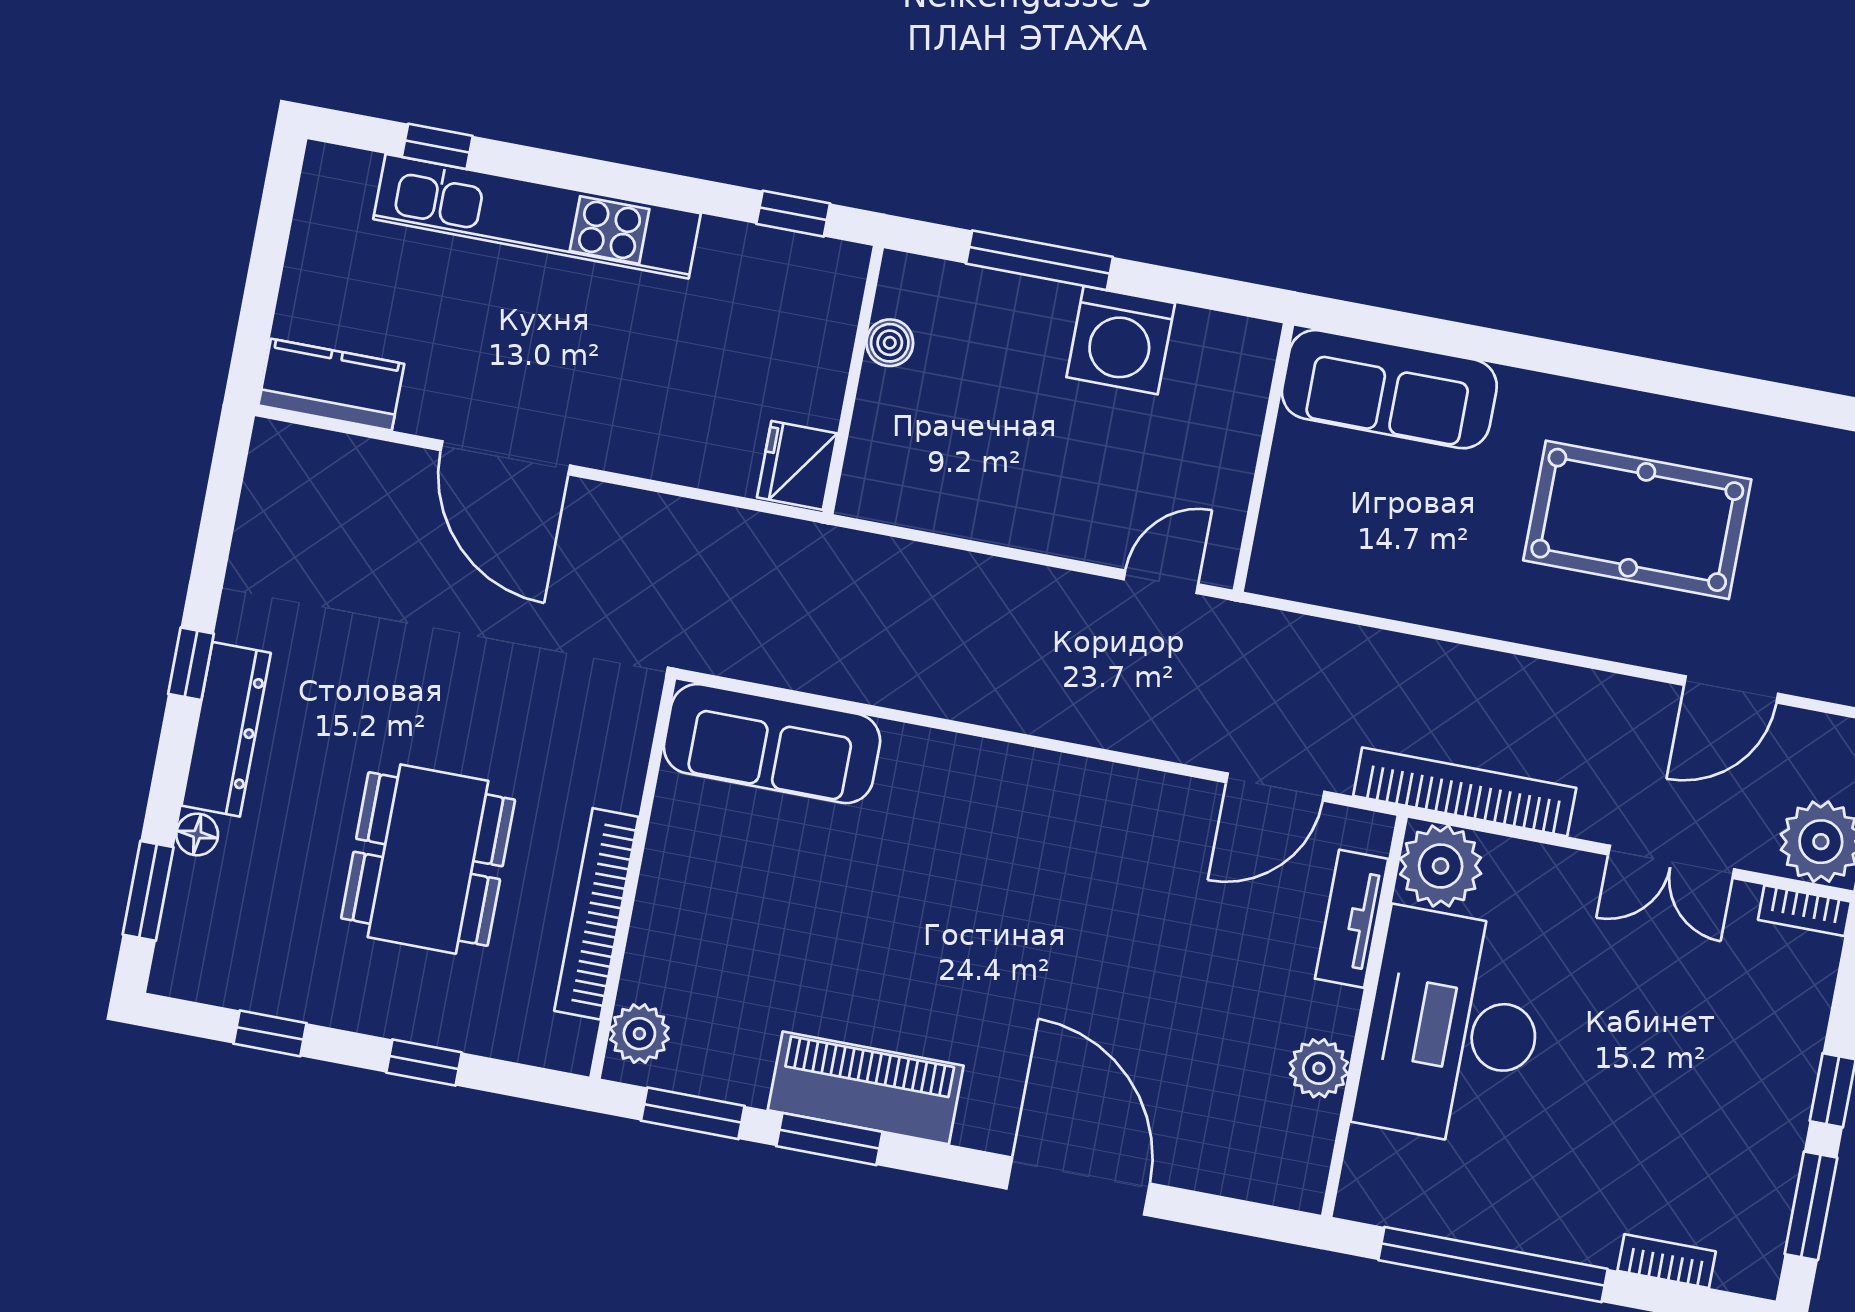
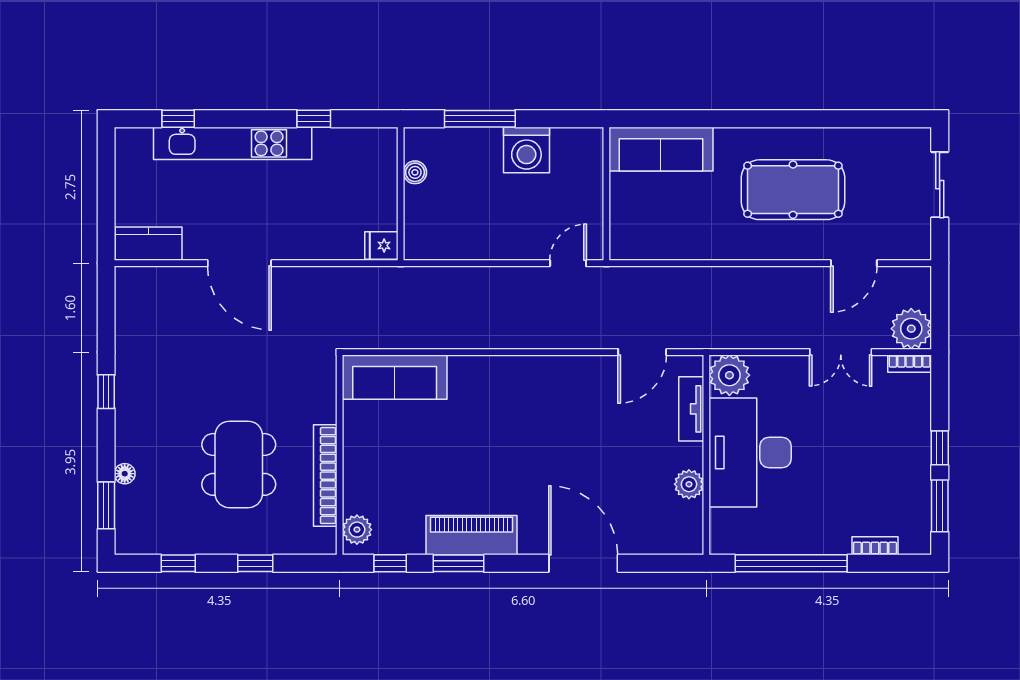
window: (793, 214) -> (314, 119), moved
fridge: (797, 465) -> (381, 245), width x0.72
dresser: (226, 729) -> (129, 420), removed
bookcase: (1465, 792) -> (734, 337), removed
window: (693, 1113) -> (390, 563), width x0.67

